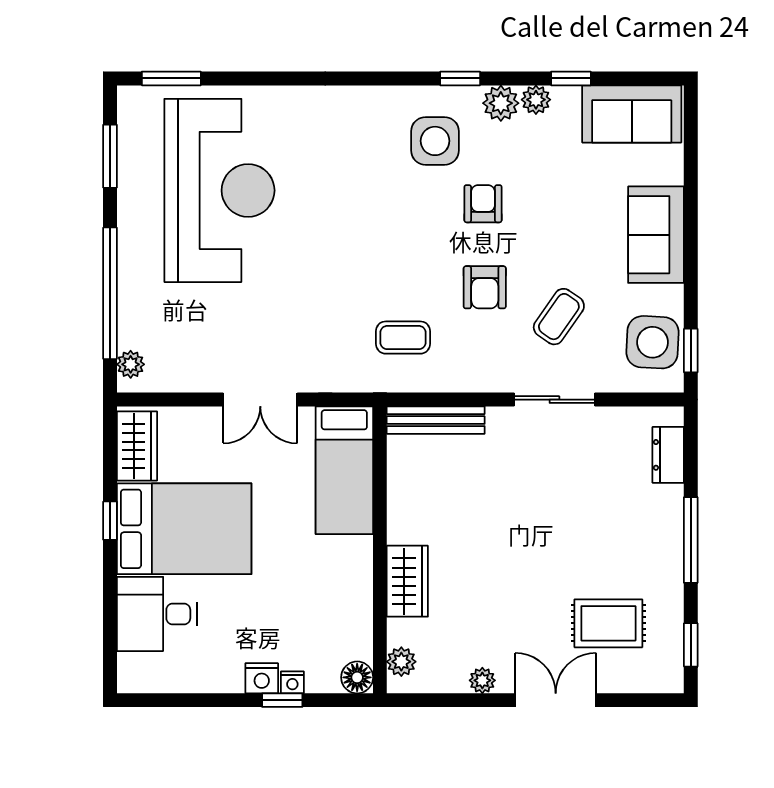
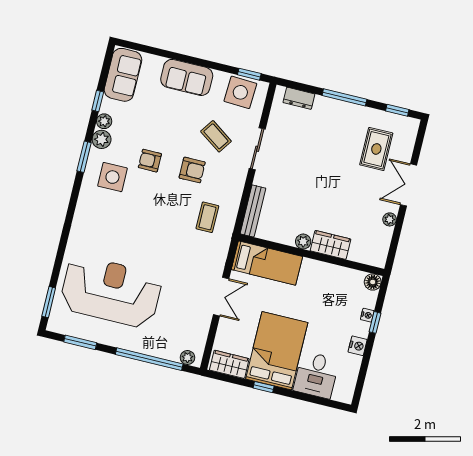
window: (460, 78) -> (84, 157), width x1.50
plant: (401, 662) -> (303, 242), moved
nightstand: (262, 678) -> (358, 346), moved

